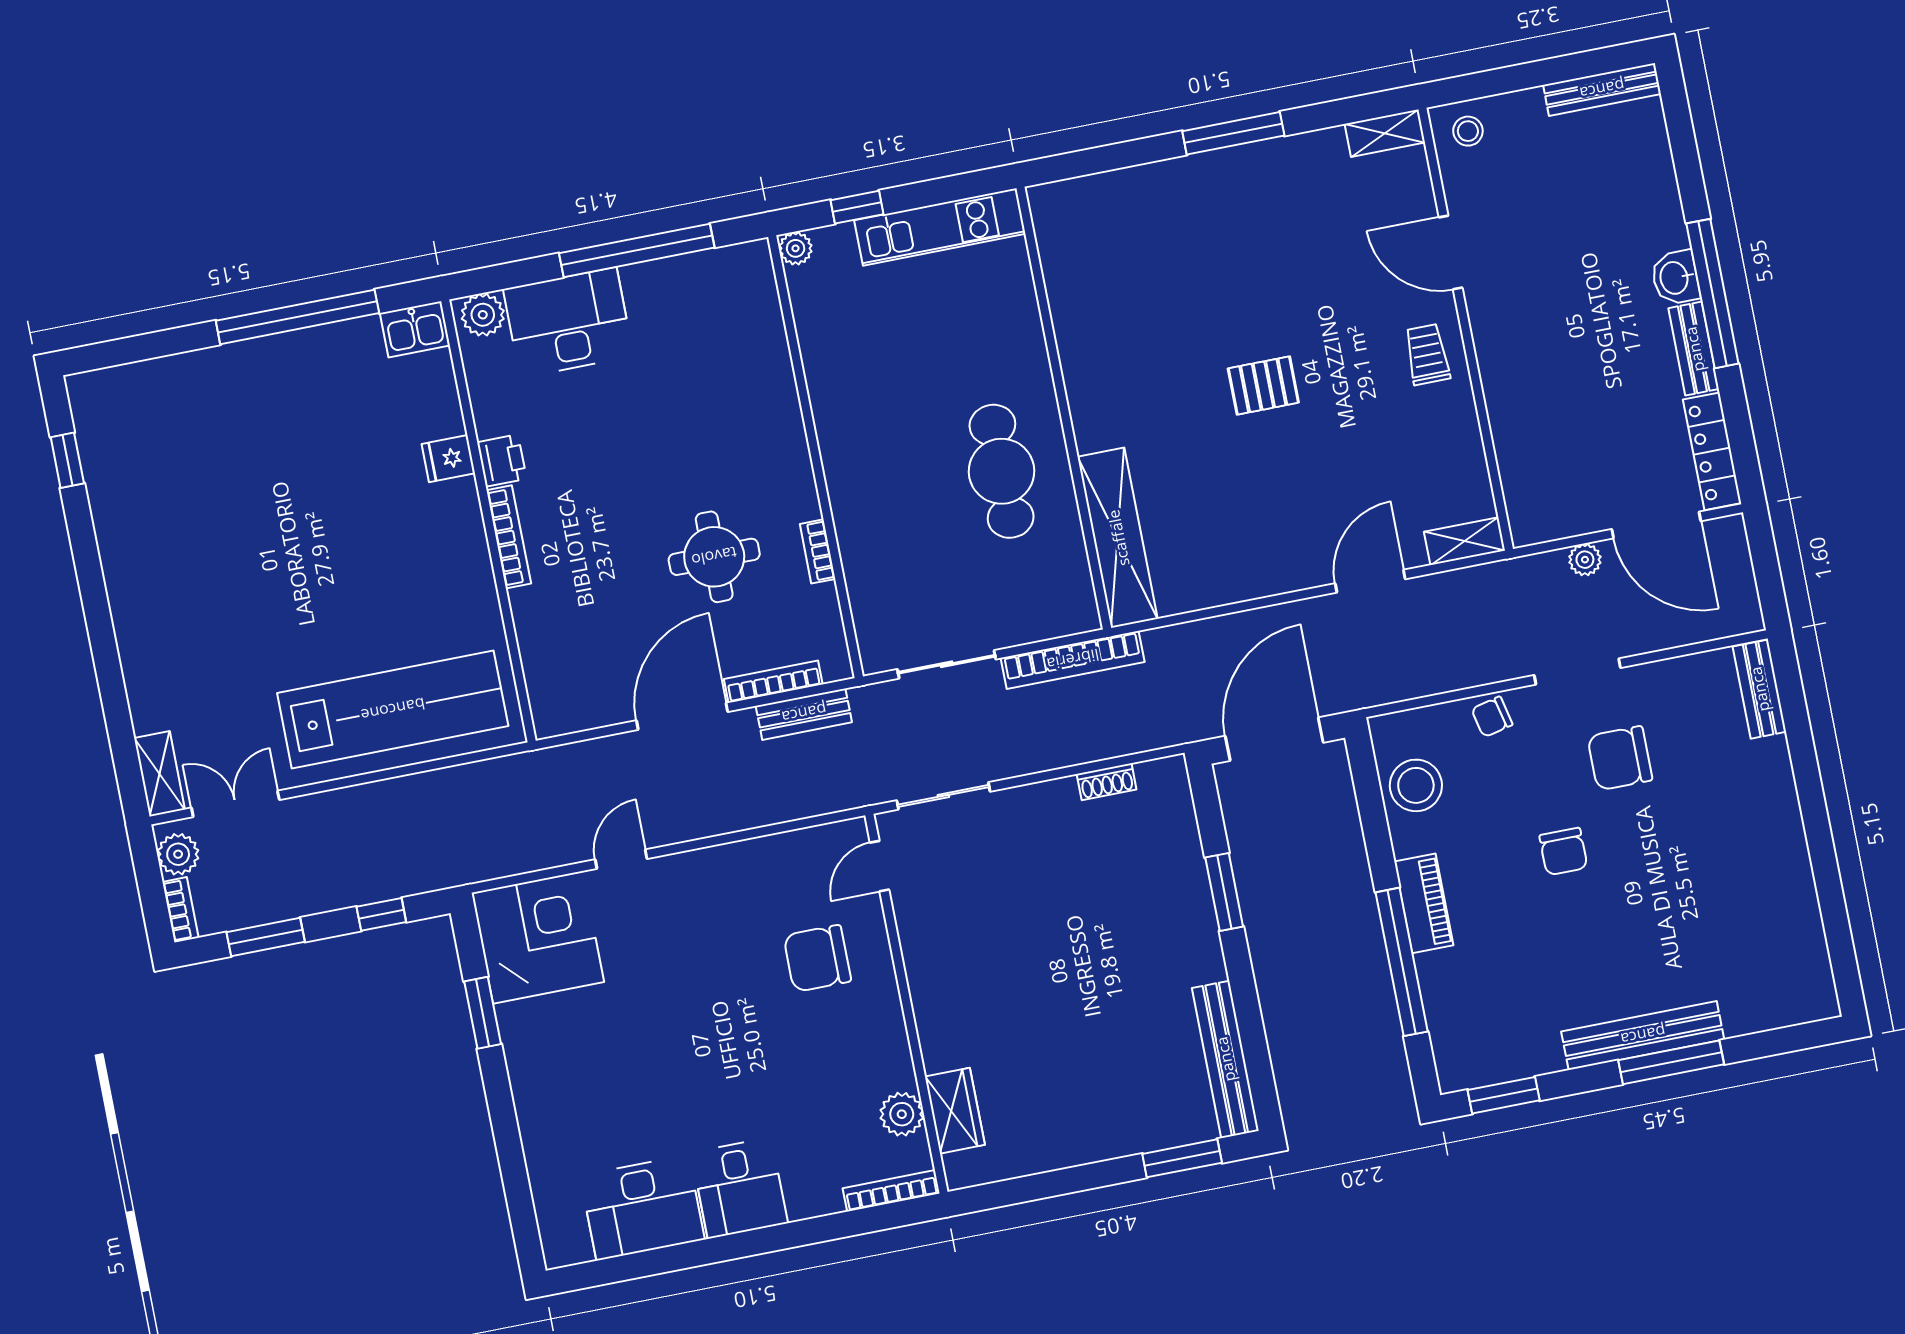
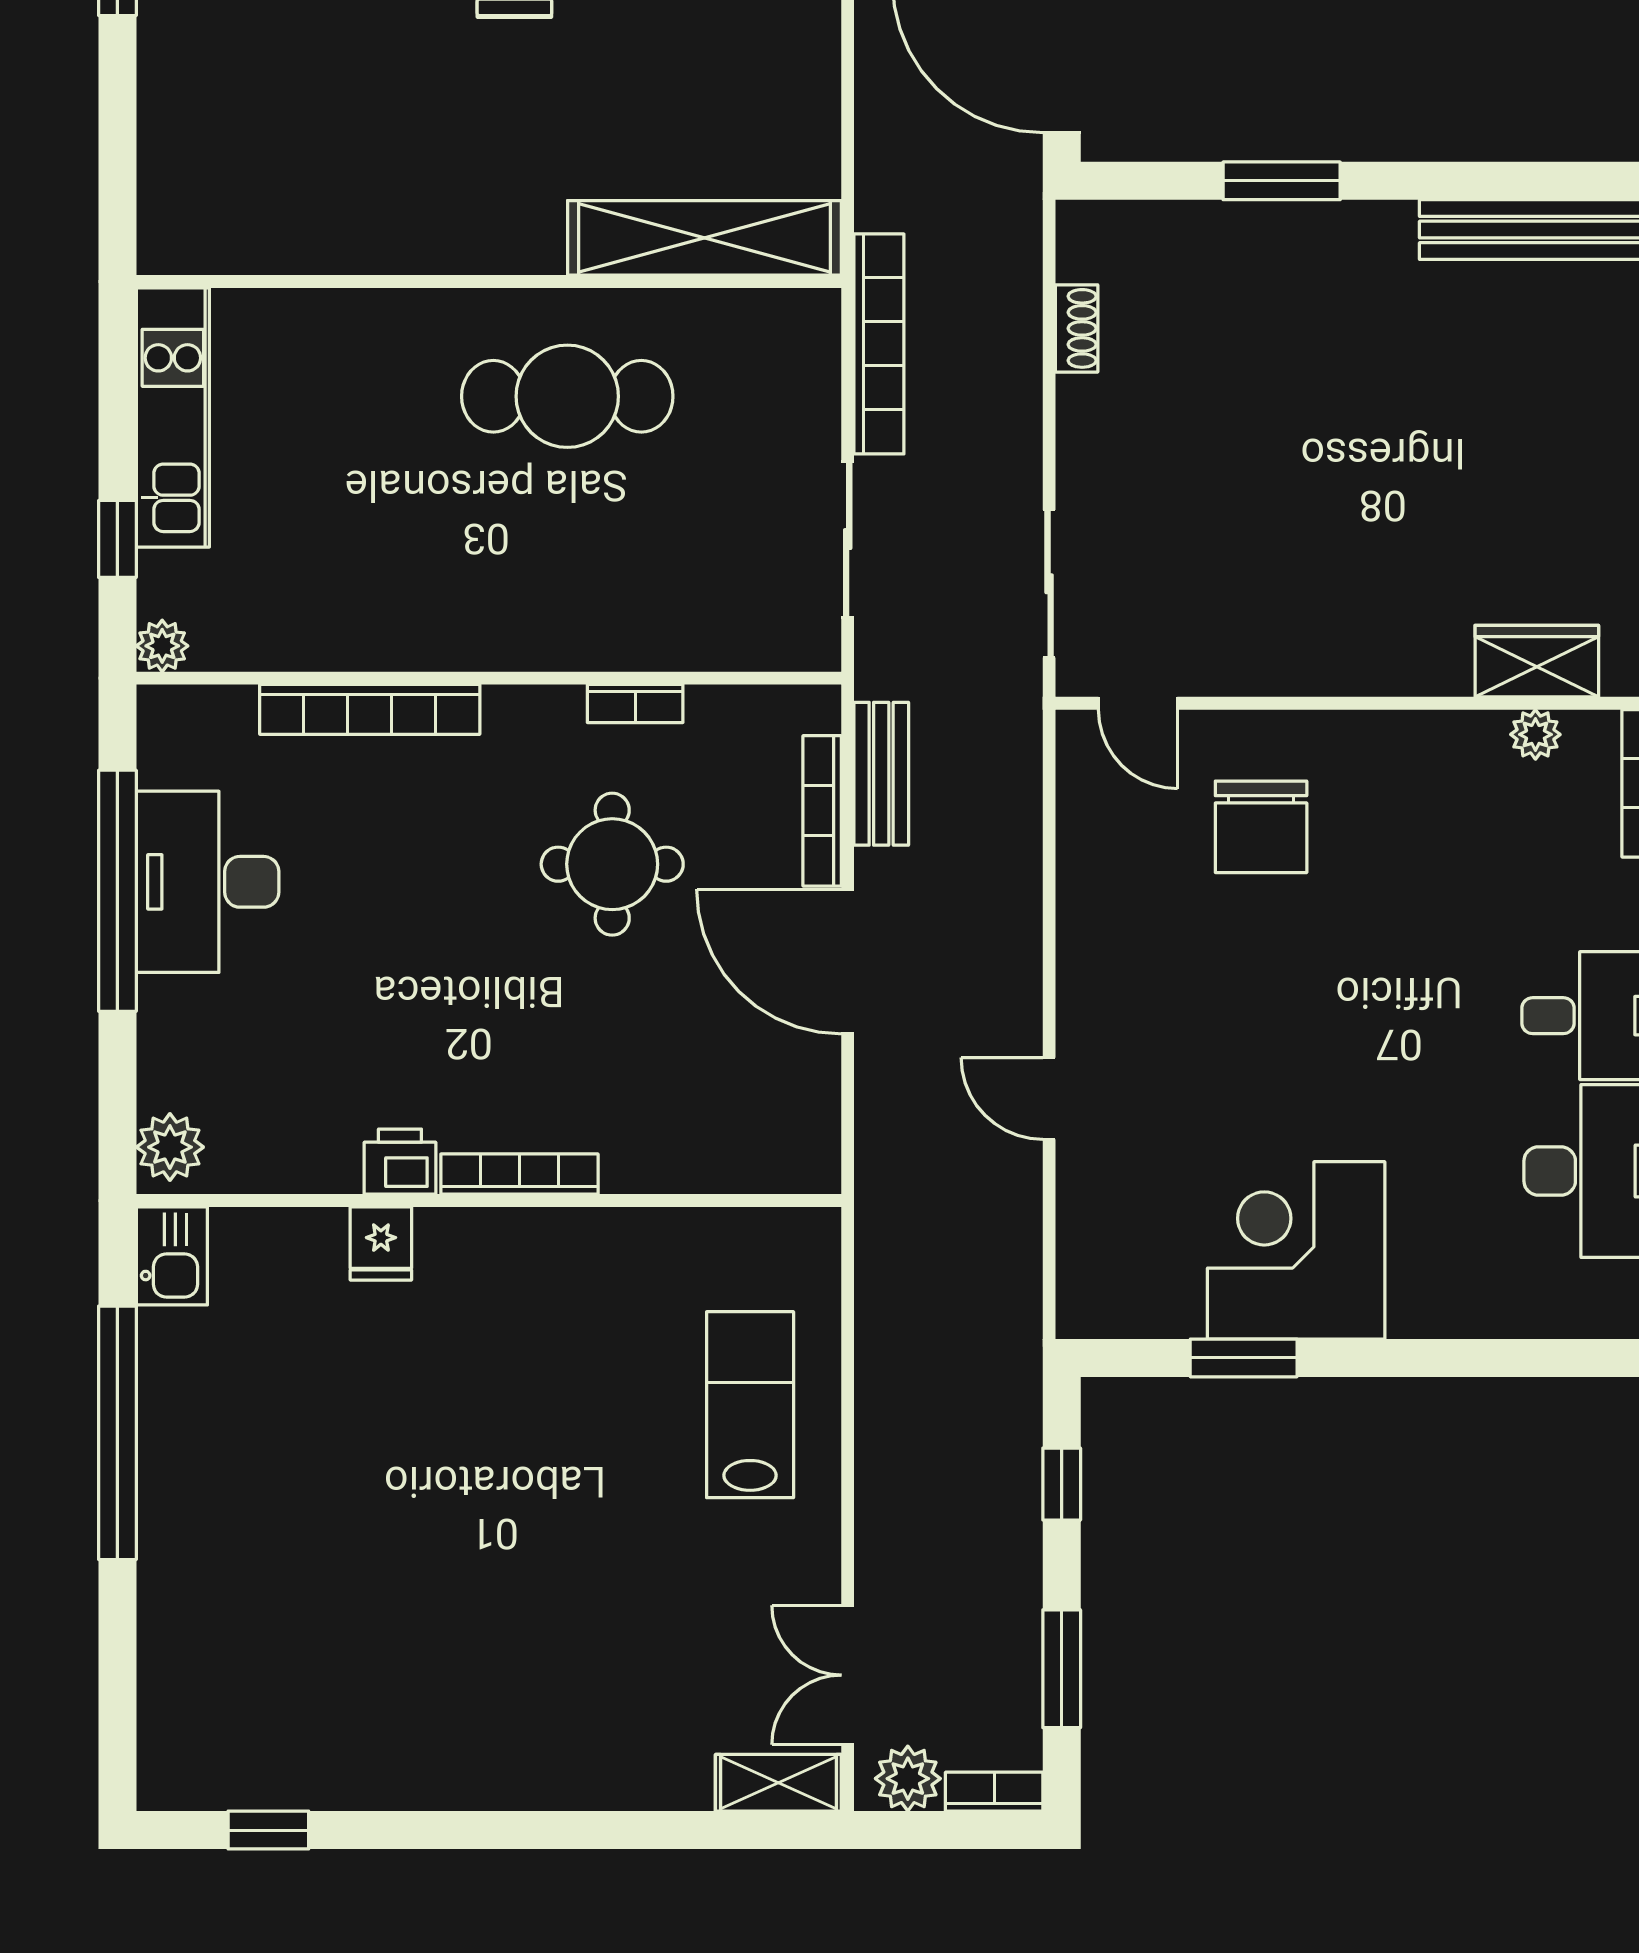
desk: (568, 322) -> (208, 882), moved
bookcase: (781, 386) -> (370, 709), added
lab bench: (393, 710) -> (750, 1405), width x0.54, depth x0.72
corner desk: (538, 937) -> (1296, 1250), moved
plant: (902, 1114) -> (1535, 734), width x0.73, depth x0.73

